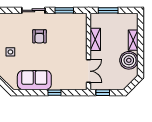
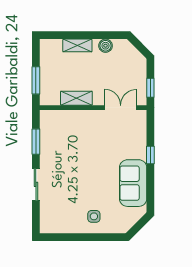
armchair: (39, 36) -> (72, 176), removed
boiler: (129, 60) -> (106, 46), width x0.54, depth x0.54

